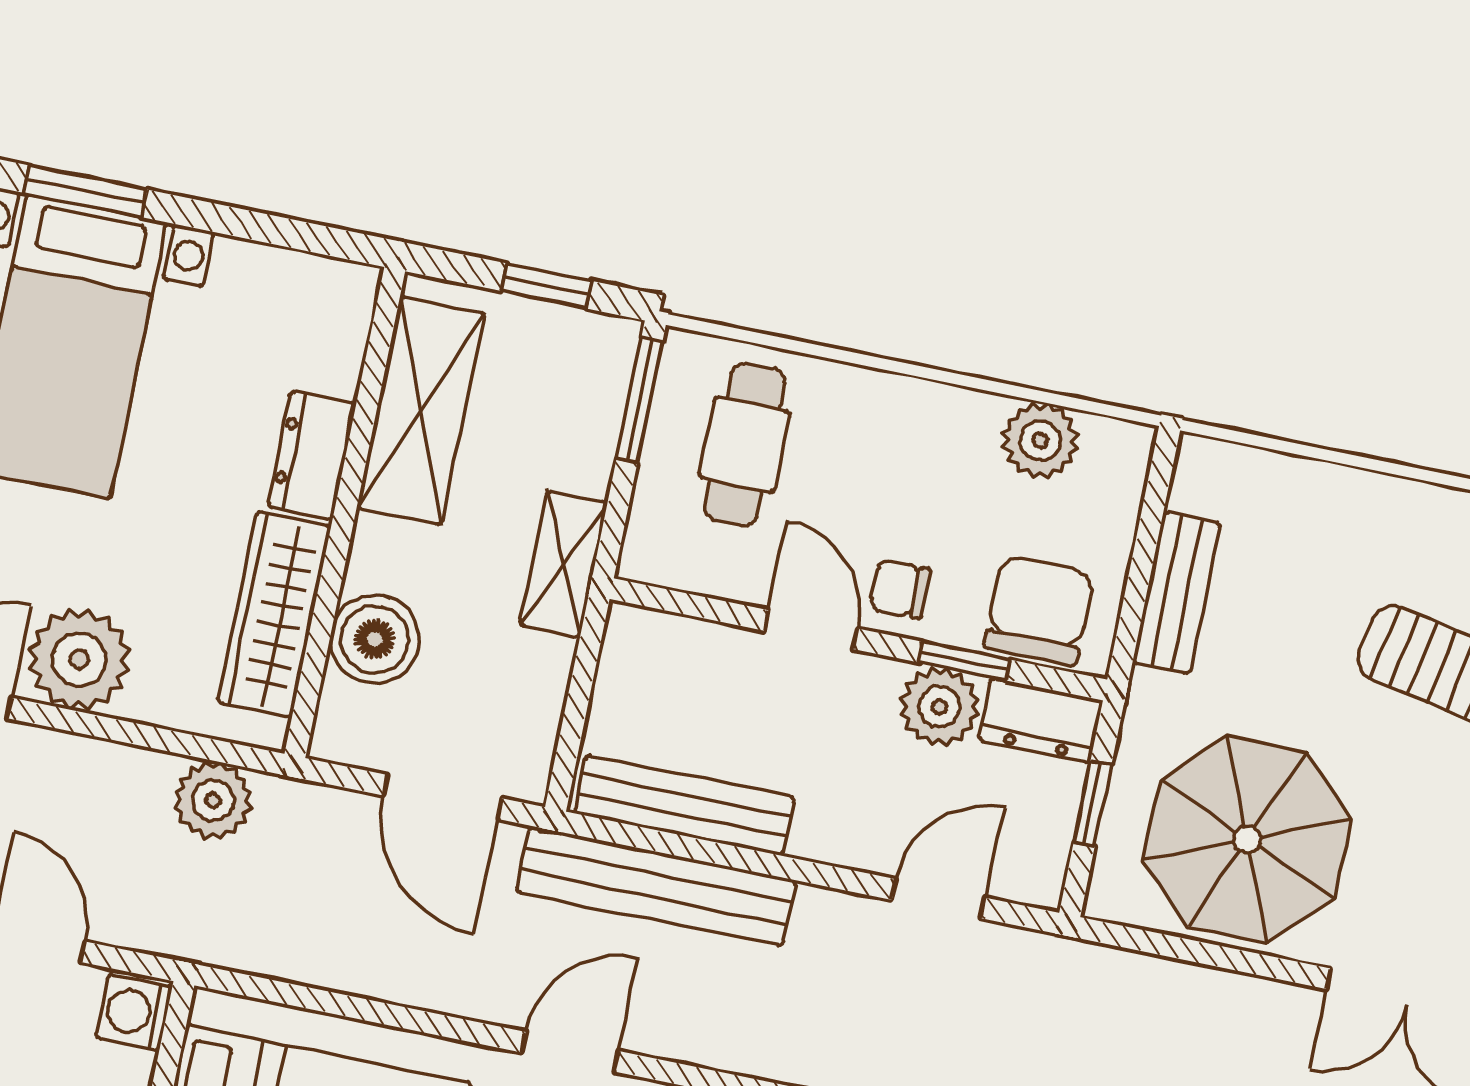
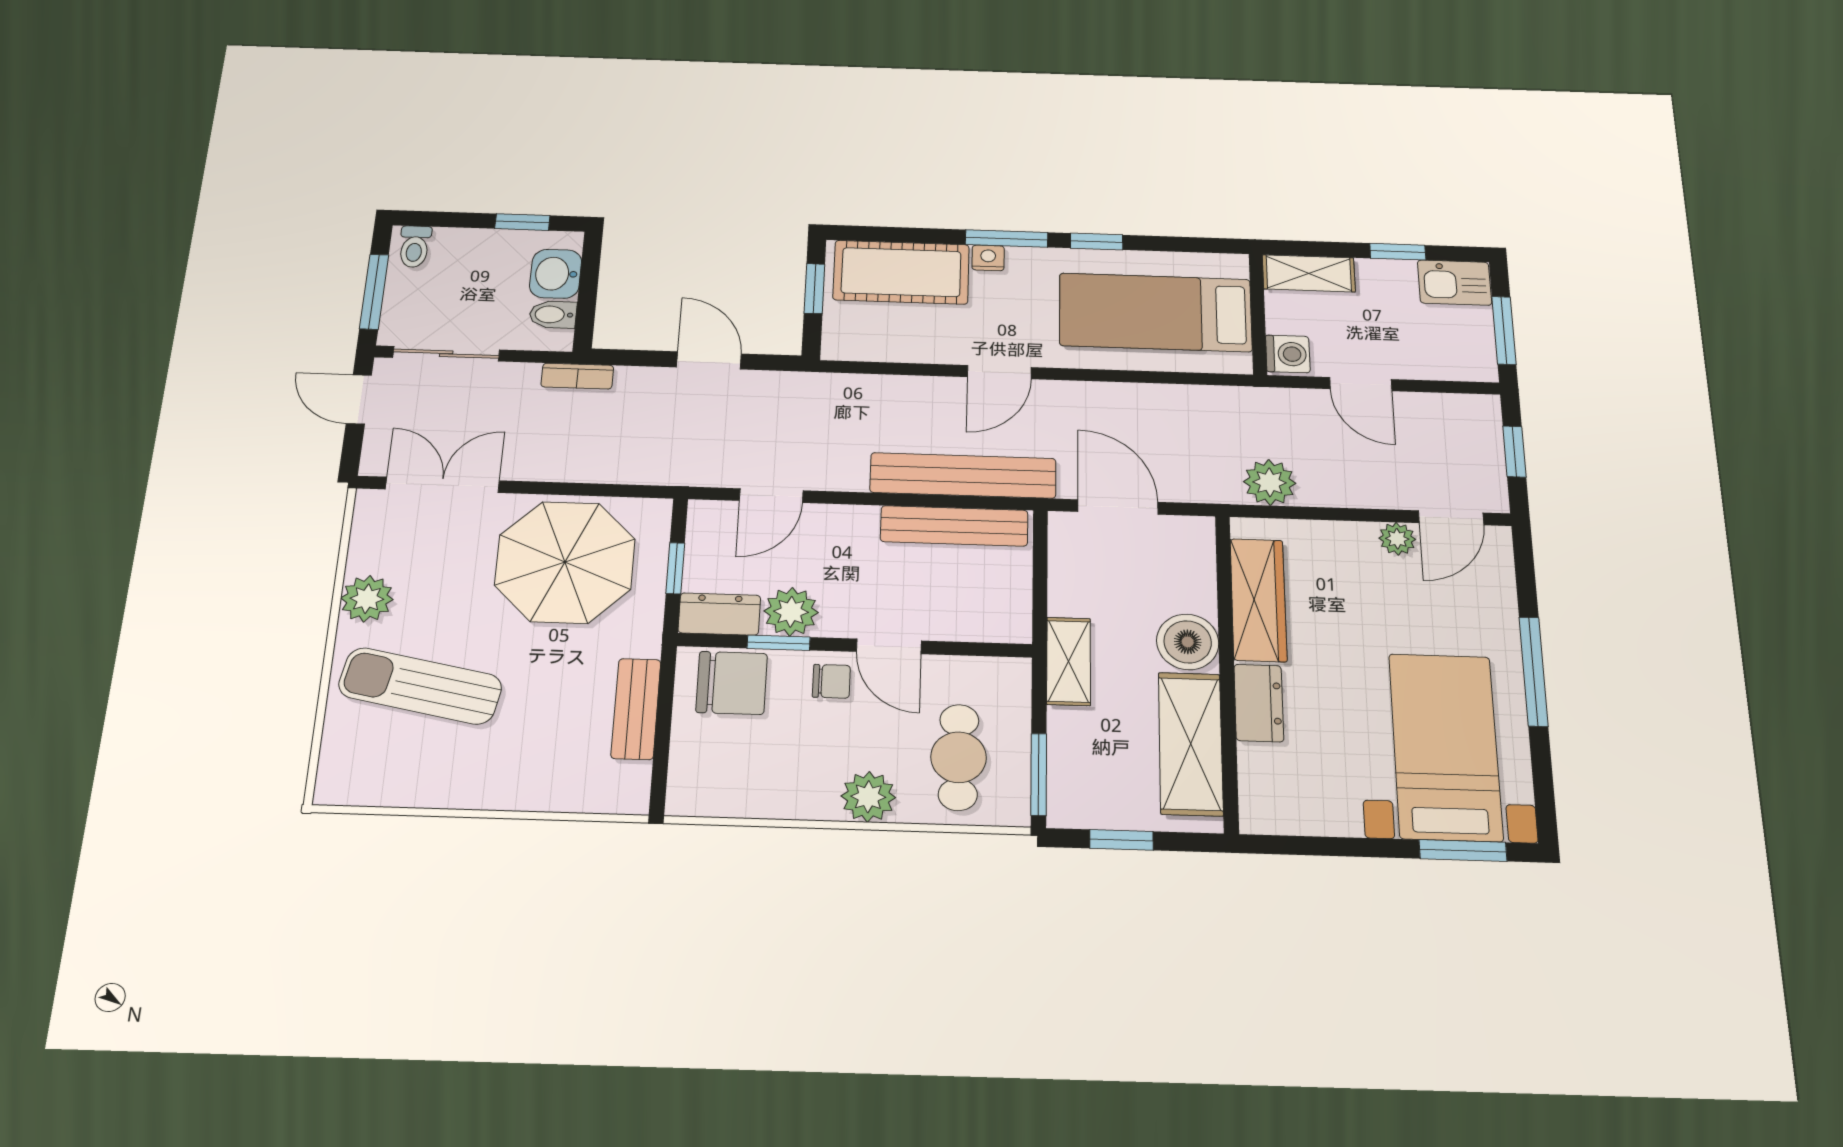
plant: (1040, 441) -> (868, 797), moved
chair: (1039, 610) -> (732, 683), turned -90
boiler: (375, 639) -> (1188, 642), moved
plant: (79, 659) -> (1397, 539), width x0.53, depth x0.53

